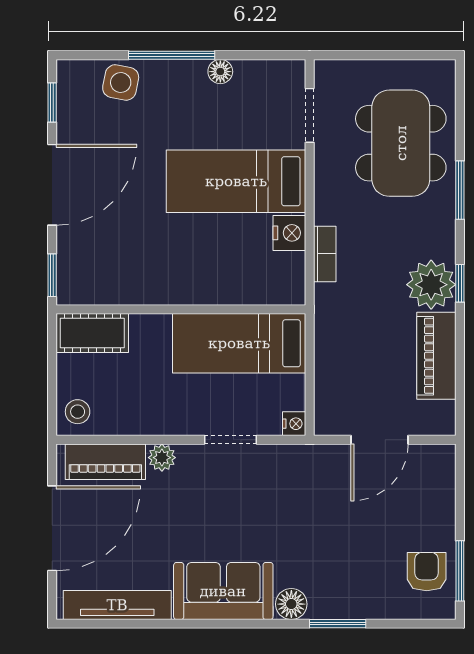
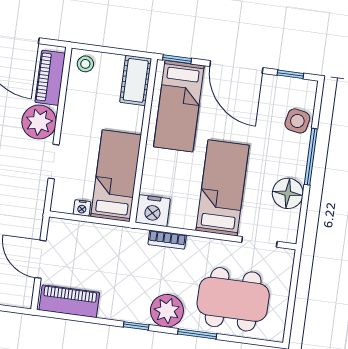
floor lamp: (220, 72) -> (288, 193), width x1.89, depth x1.89
nightstand: (289, 233) -> (153, 211), moved, width x1.36, depth x1.33
bed: (122, 263) -> (179, 106), added
plant: (431, 285) -> (167, 311), moved
piano: (436, 356) -> (69, 301), moved
nightstand: (294, 424) -> (82, 208), moved
plant: (162, 458) -> (39, 122), width x1.88, depth x1.88

